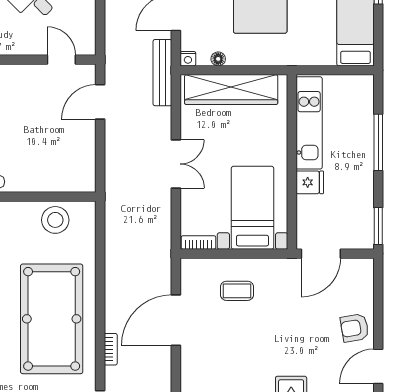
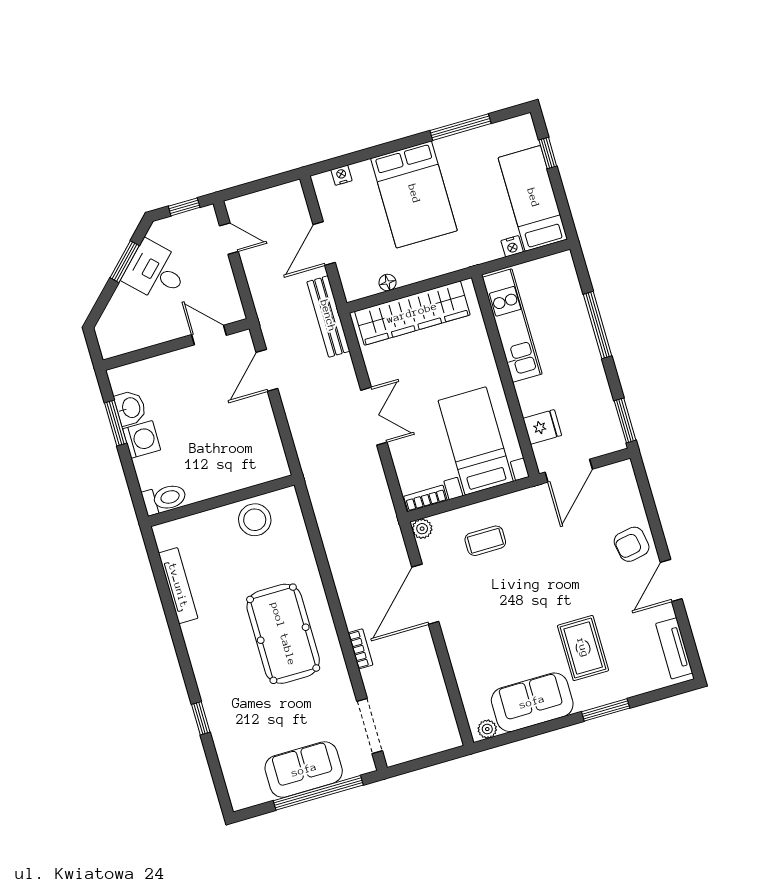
nightstand: (188, 59) -> (512, 246), moved
fridge: (310, 182) -> (542, 427), moved
plant: (189, 266) -> (422, 529), added
pool table: (52, 319) -> (283, 634), width x0.73, depth x0.76

